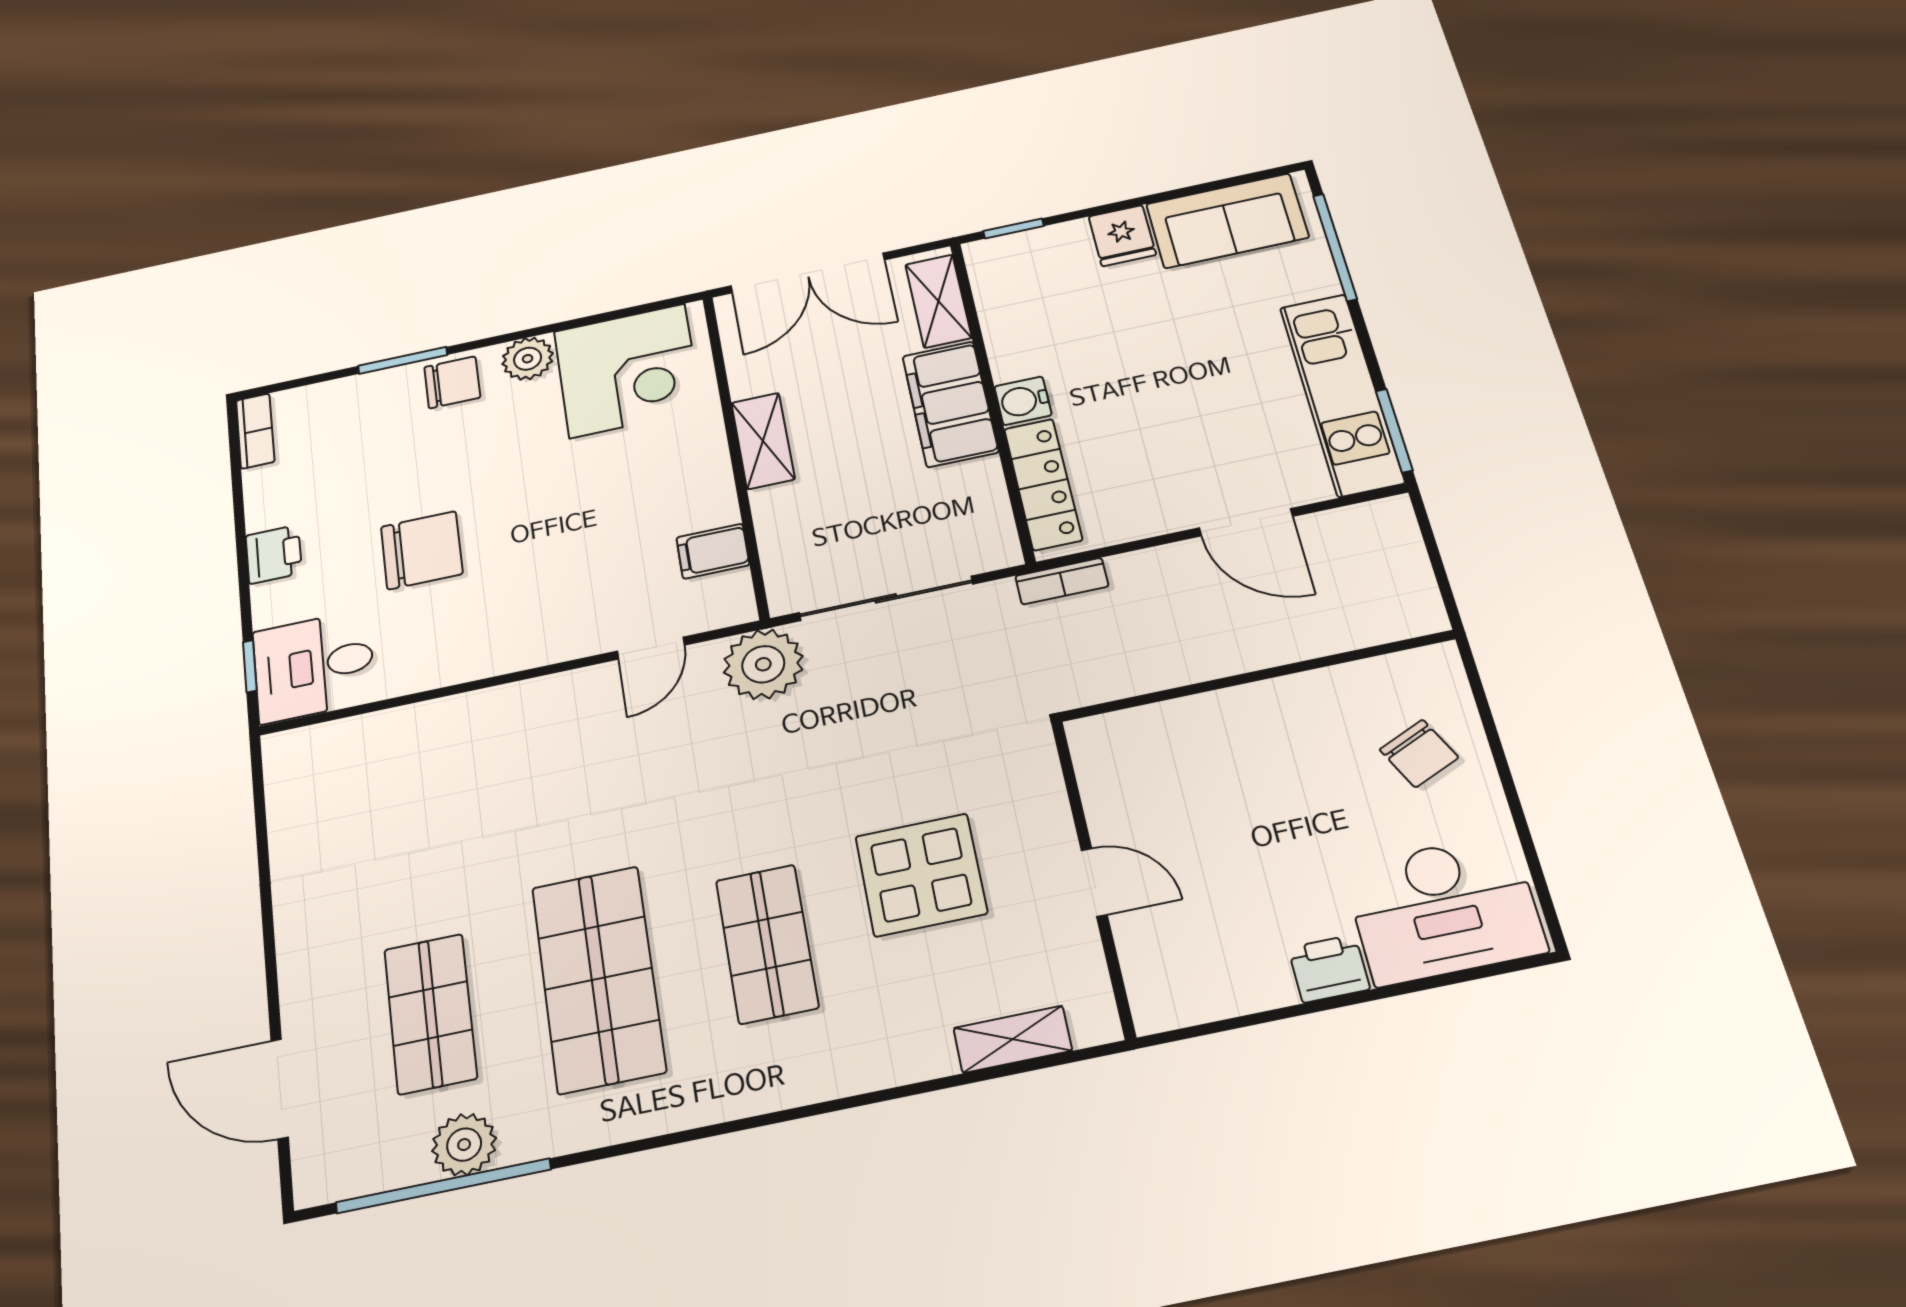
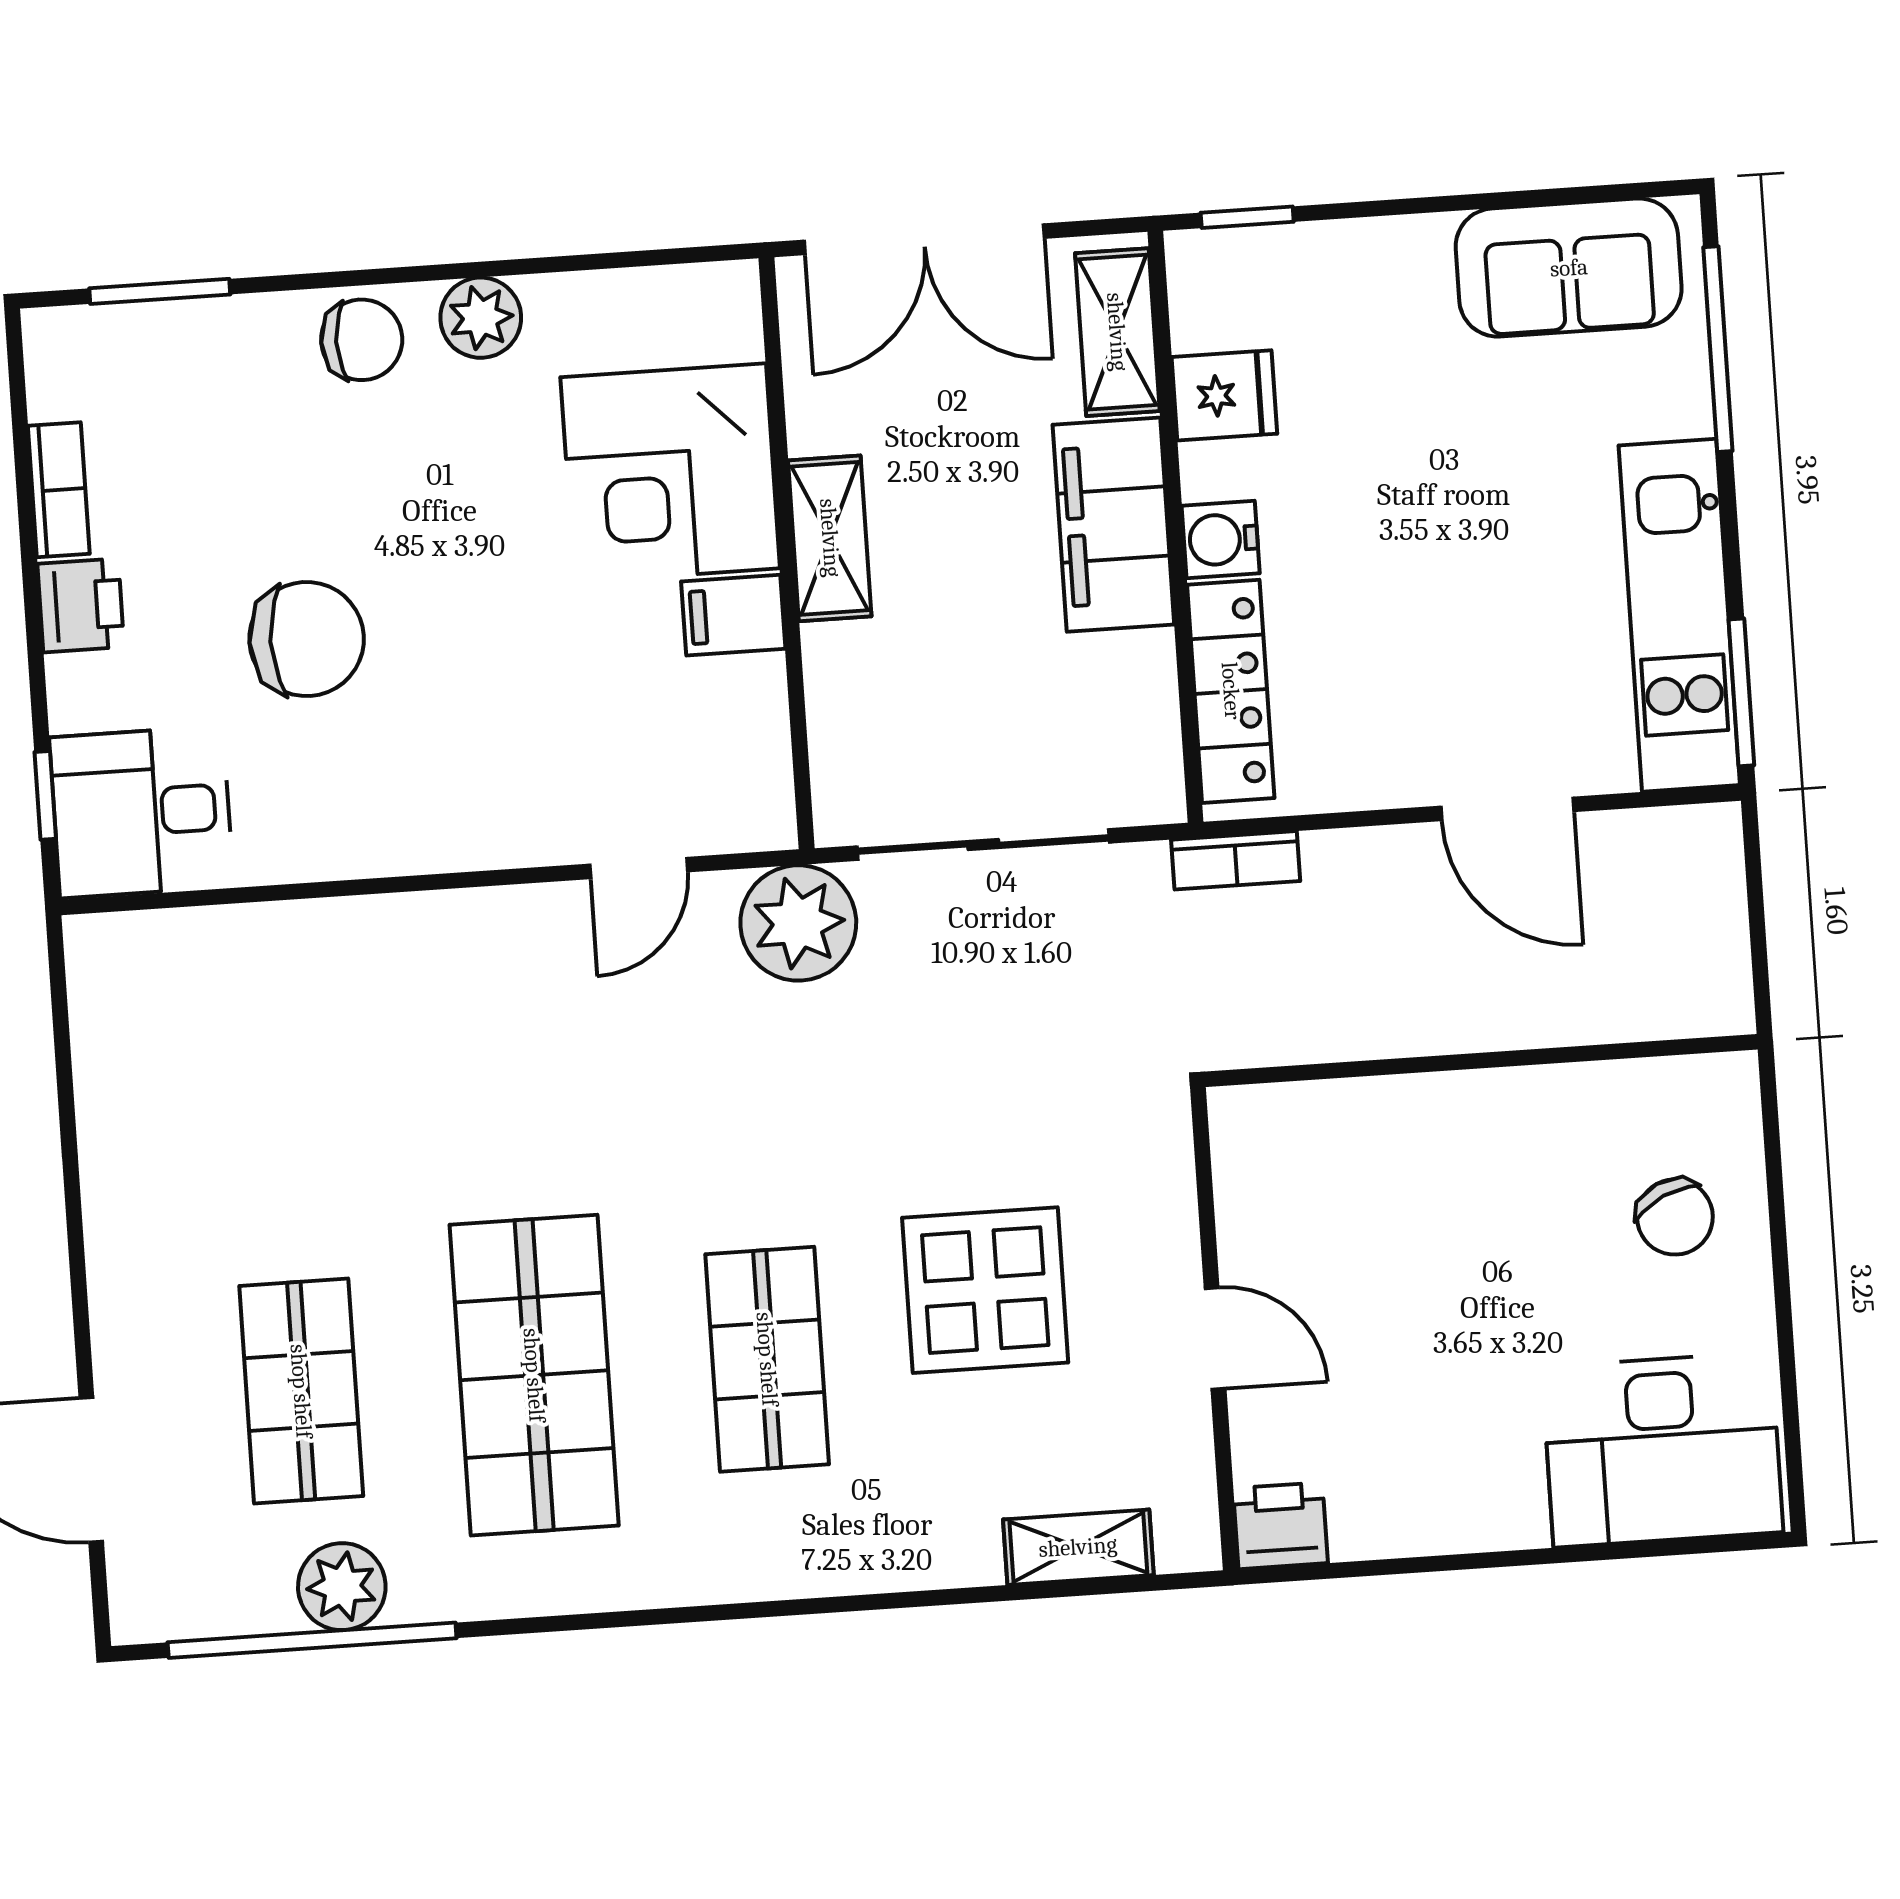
fridge: (1122, 236) -> (1224, 395), moved, turned -90
window: (403, 360) -> (160, 291), moved
corner desk: (628, 370) -> (670, 473), moved, turned 90
bookcase: (255, 431) -> (59, 490), moved
filing cabinet: (713, 551) -> (733, 615), moved
printer: (1329, 969) -> (1280, 1526), moved

